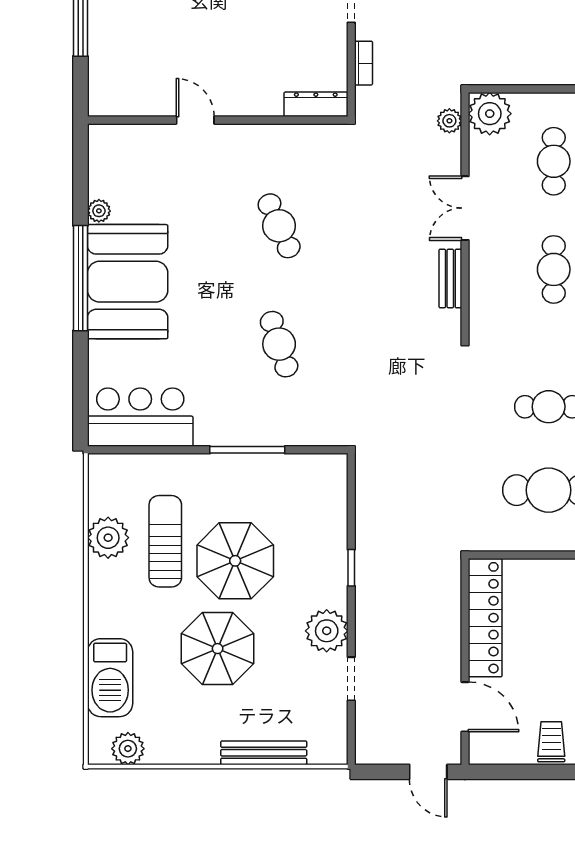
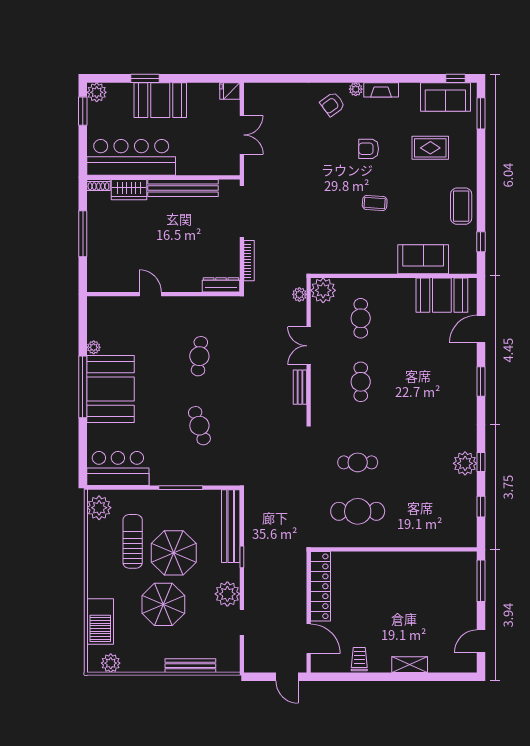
bookcase: (364, 63) -> (249, 261), width x1.56
cafe table: (279, 226) -> (199, 356), turned 30
bench: (332, 515) -> (231, 526), added
plant: (108, 538) -> (99, 508), moved

